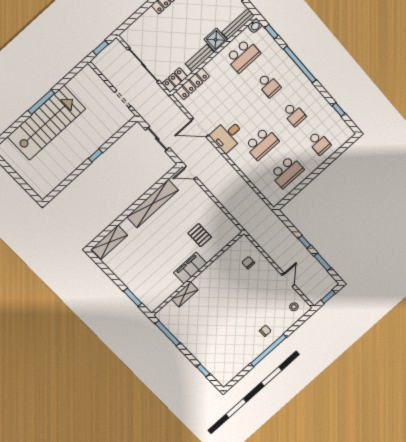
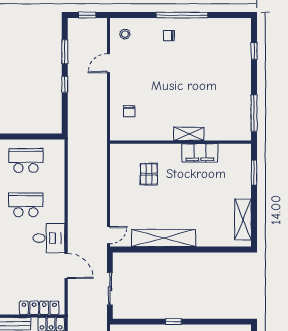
door: (190, 173) -> (109, 235), hinge flipped
shelving: (109, 242) -> (243, 219), moved, turned 90
filing cabinet: (190, 268) -> (200, 153), moved
shelving: (185, 294) -> (189, 134), moved

